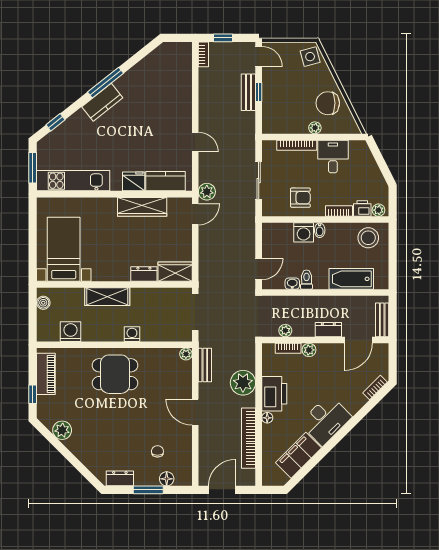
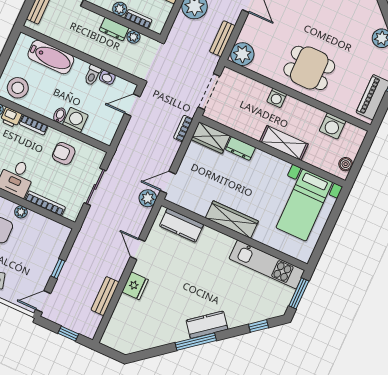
bookcase: (203, 54) -> (183, 129), moved
door: (259, 57) -> (43, 301), hinge flipped
bench: (248, 92) -> (105, 296), moved
fridge: (134, 181) -> (135, 286), moved, turned -90
wardrobe: (142, 207) -> (232, 219), moved
dresser: (328, 330) -> (114, 29), moved
plant: (186, 354) -> (242, 54), width x1.88, depth x1.88

